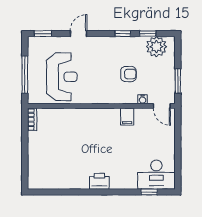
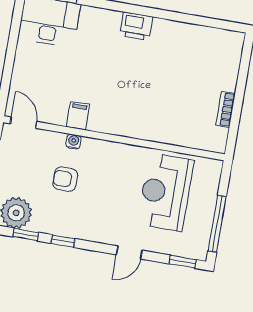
window: (25, 75) -> (217, 224), moved
water cooler: (143, 99) -> (73, 142), moved
bookcase: (32, 119) -> (226, 109), moved

